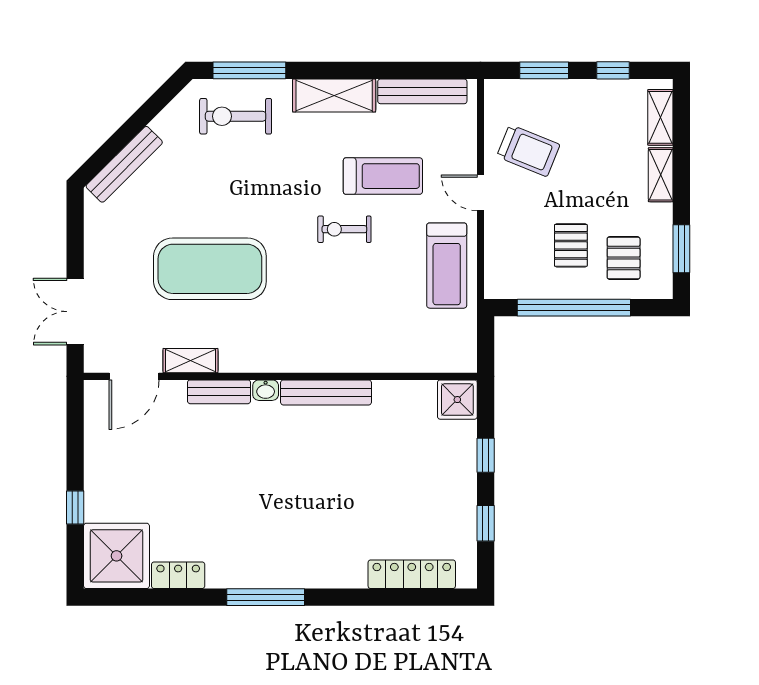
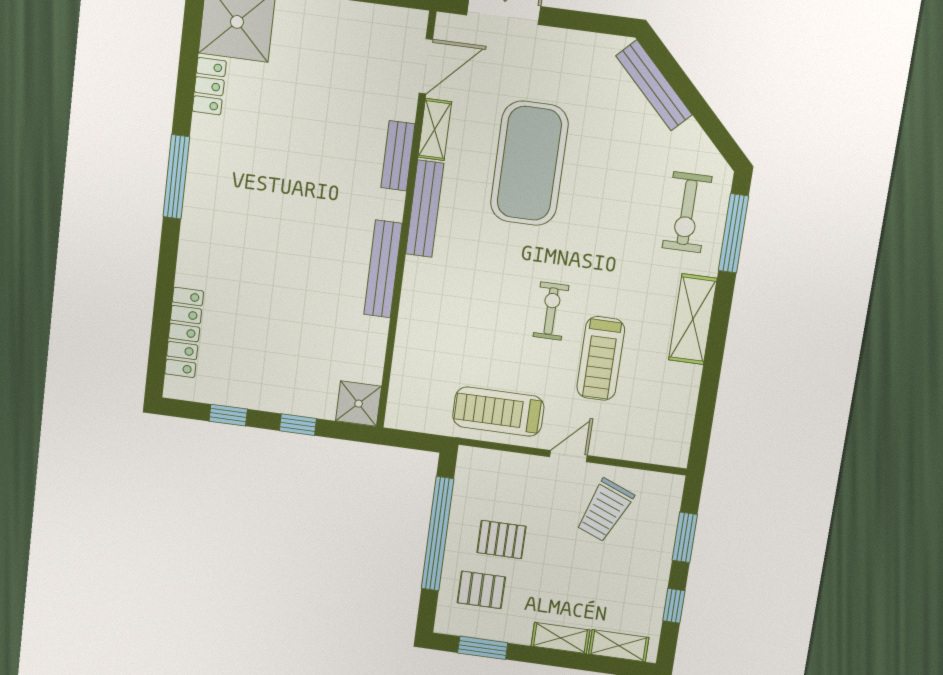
bench: (422, 91) -> (425, 209), moved
exercise bike: (236, 116) -> (687, 212), turned 180
door: (134, 376) -> (426, 66), swing flipped
washbasin: (266, 390) -> (393, 206), removed

